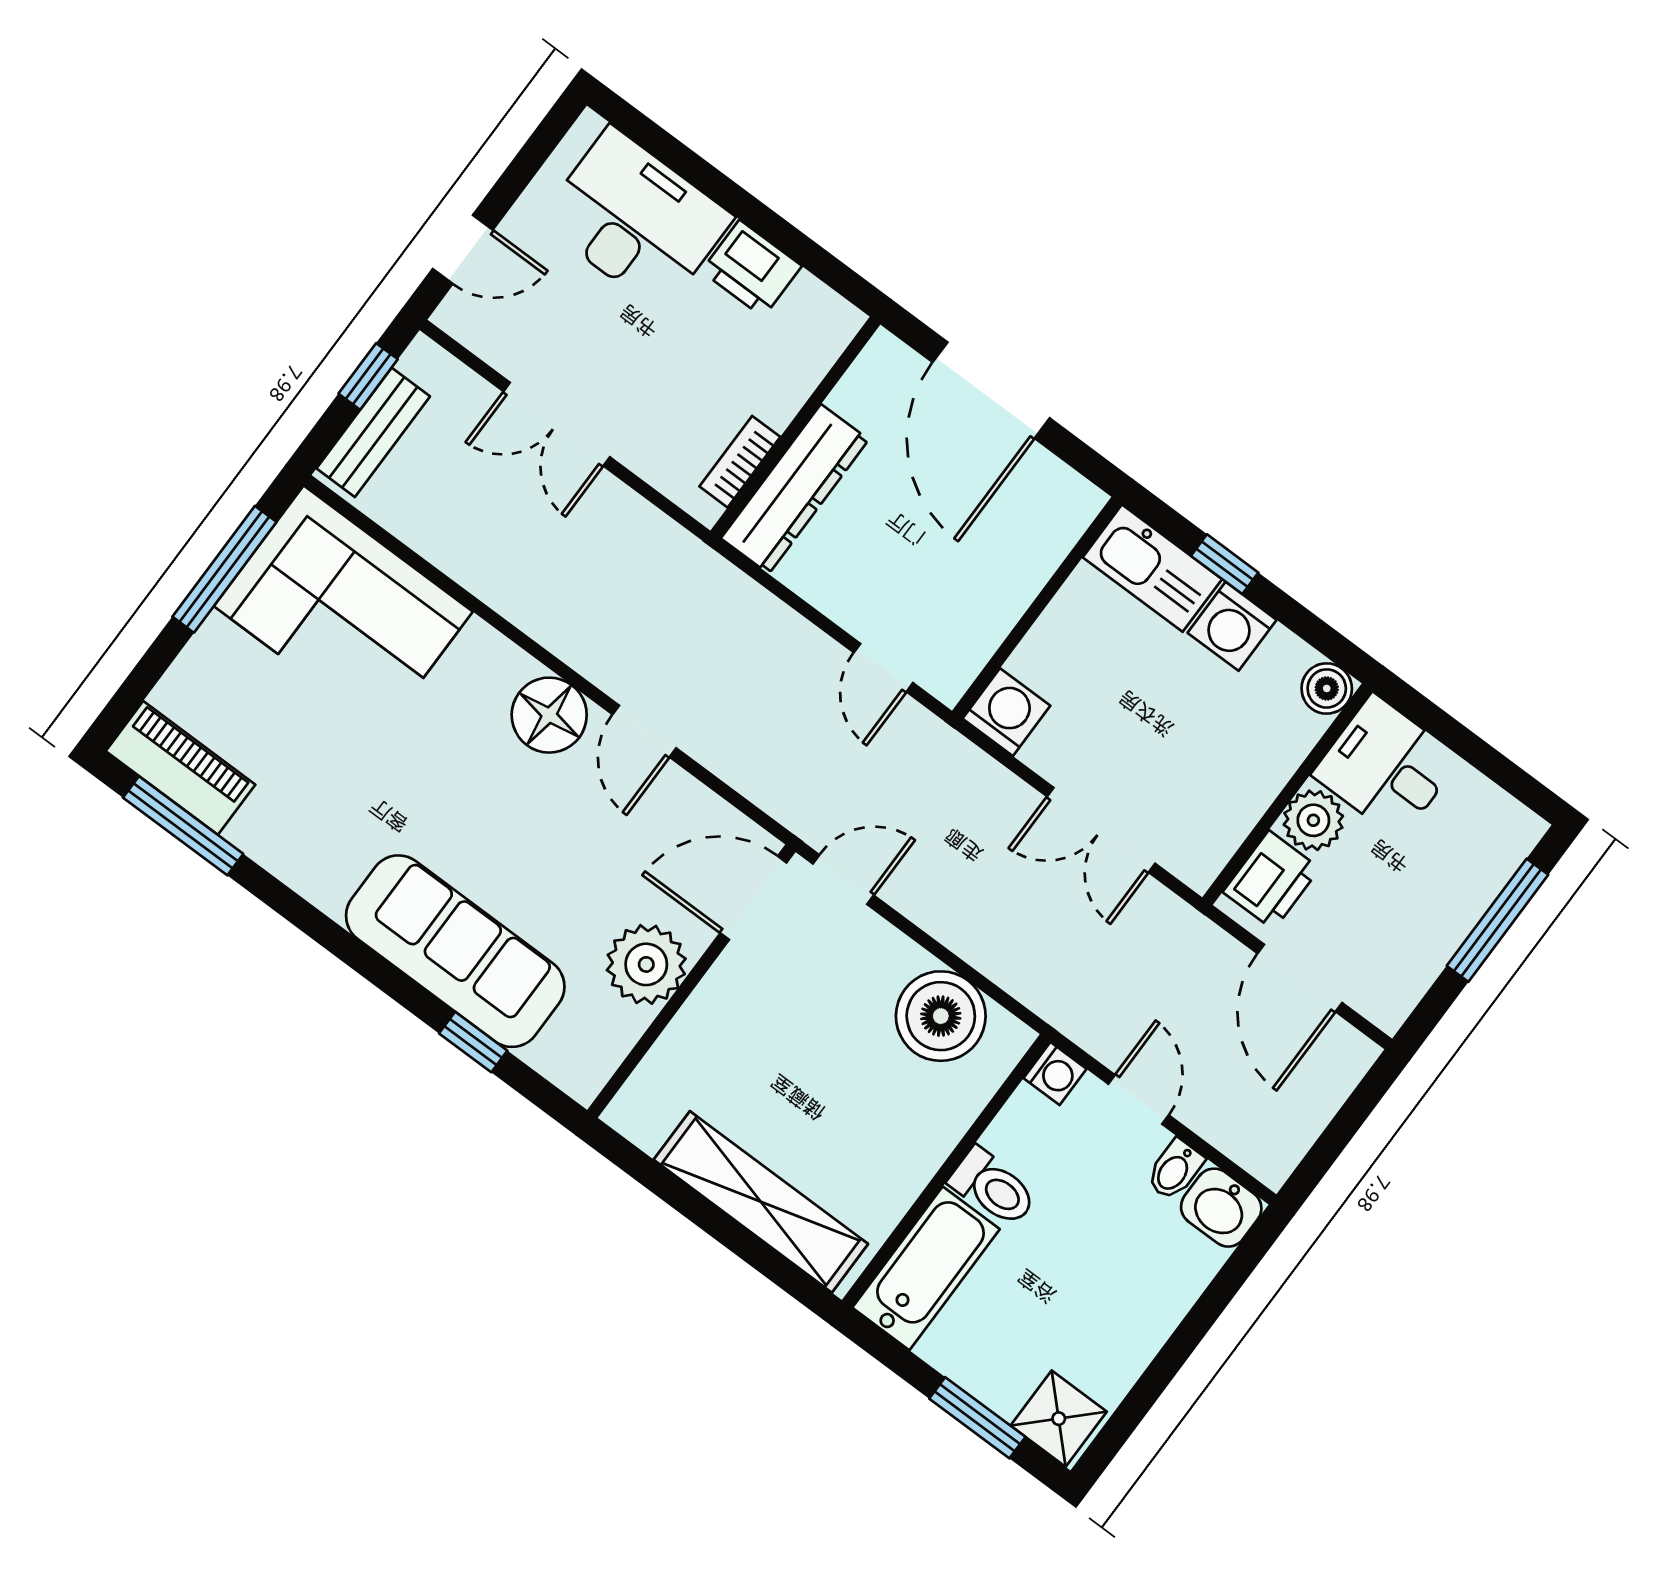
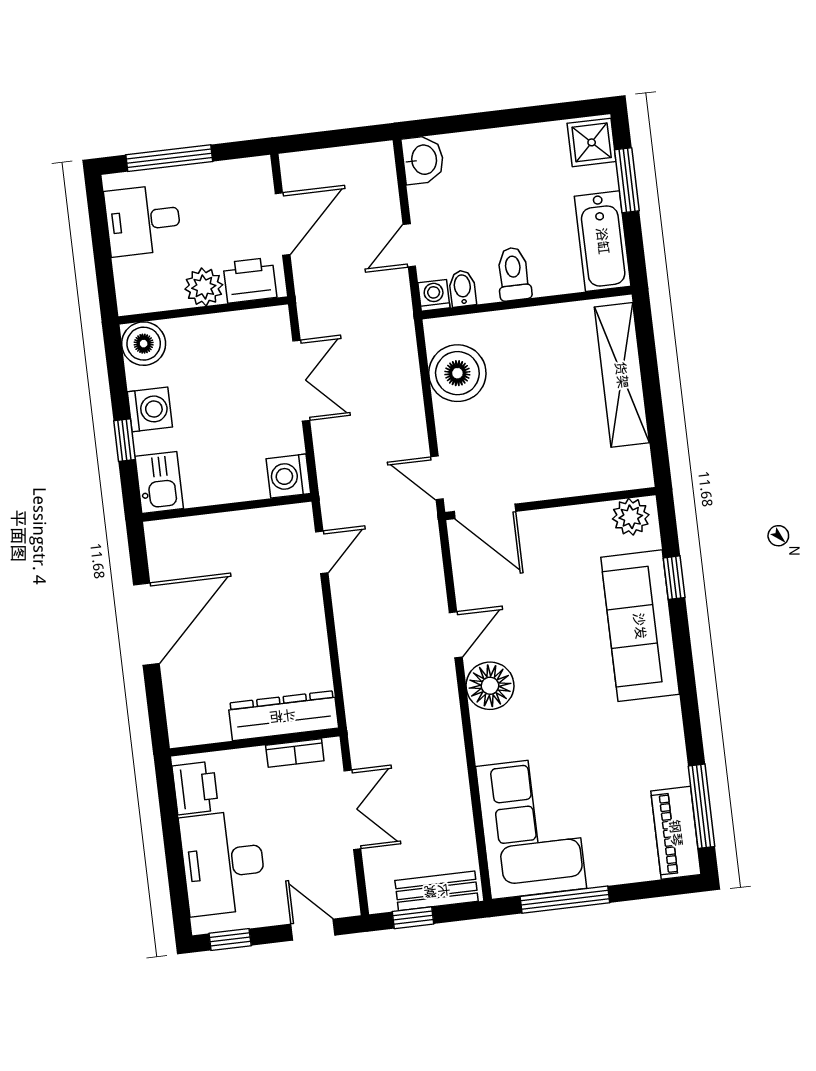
window: (541, 144) -> (230, 939), added
wall: (795, 428) -> (255, 742), moved
bookcase: (740, 462) -> (295, 753), moved
dresser: (795, 489) -> (283, 716), moved
kitchen sink: (1152, 568) -> (159, 482), width x0.73
boiler: (1327, 688) -> (144, 344), width x1.36, depth x1.36
desk: (1386, 767) -> (143, 220), moved, turned 90
plant: (646, 964) -> (631, 517), moved, width x0.73, depth x0.73
bidet: (1175, 1170) -> (463, 288), moved, turned -90
bathtub: (926, 1268) -> (603, 241), moved, turned -90

